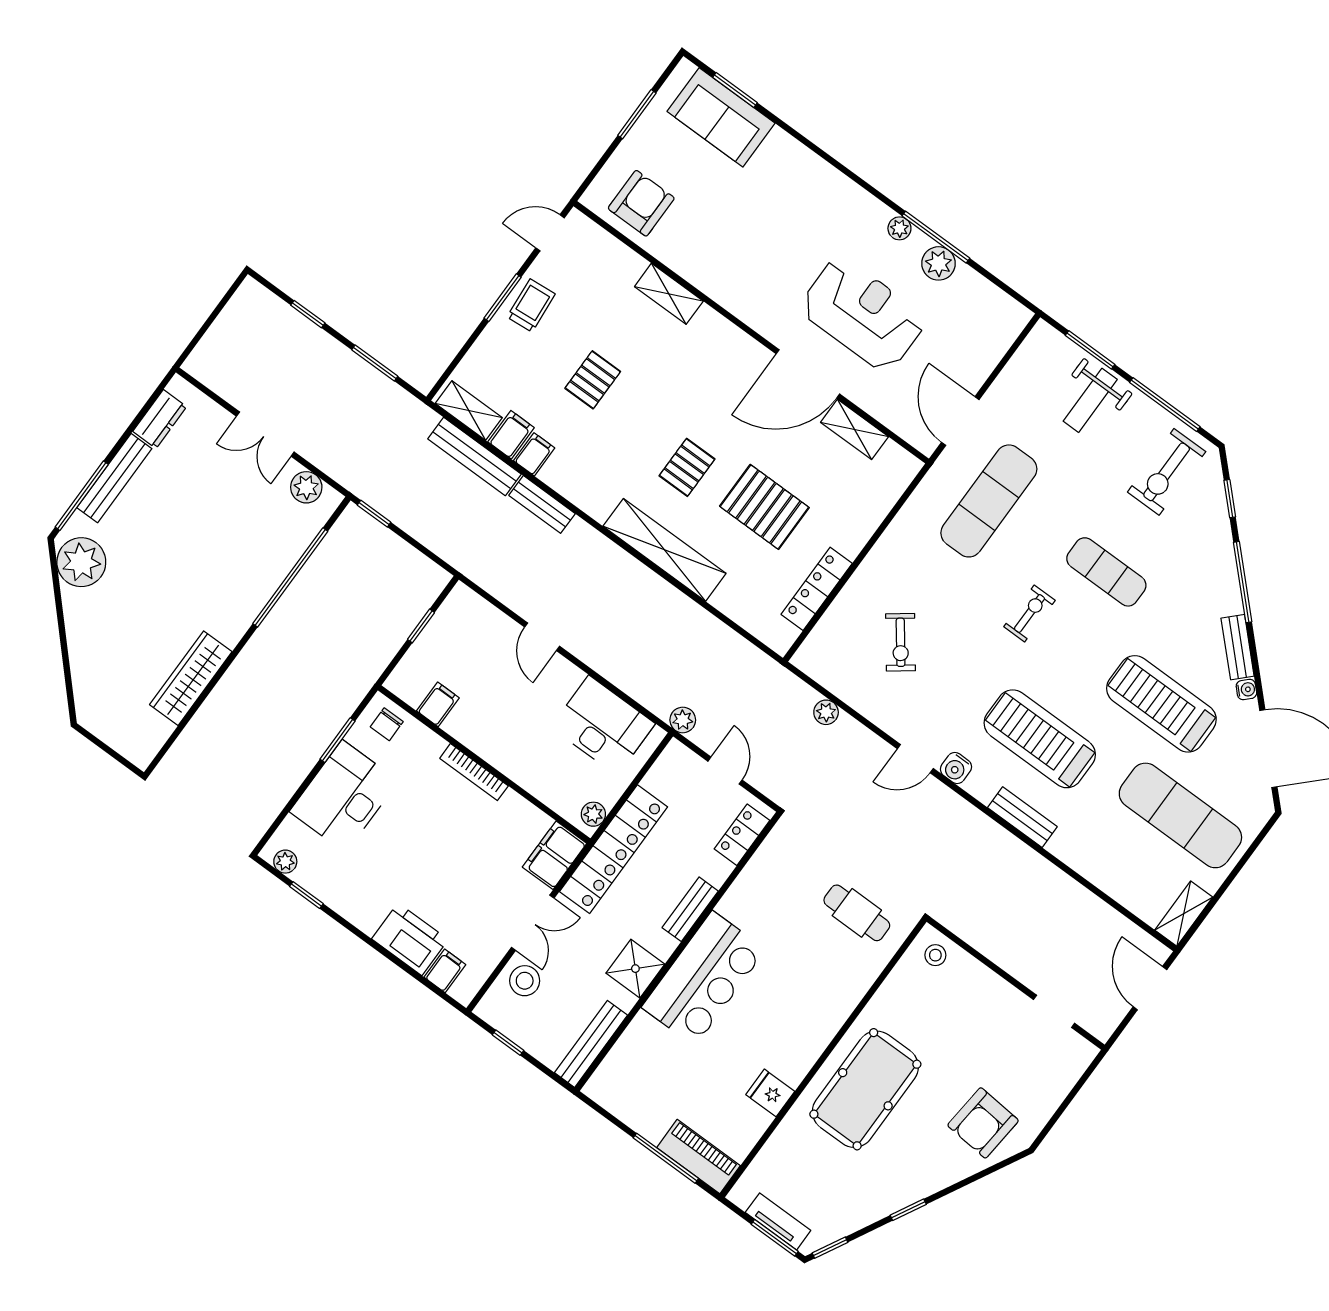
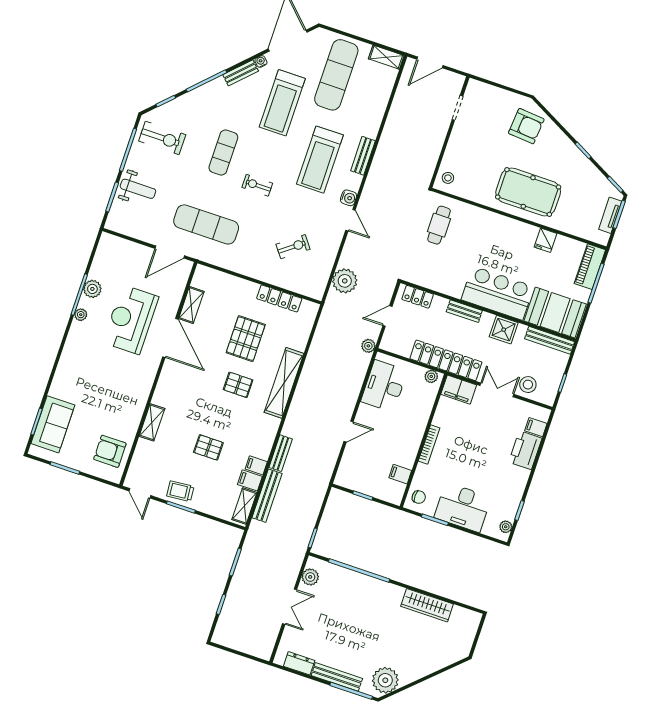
plant: (826, 712) -> (345, 281), width x1.87, depth x1.87
booth: (637, 1069) -> (555, 313), added

